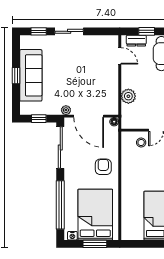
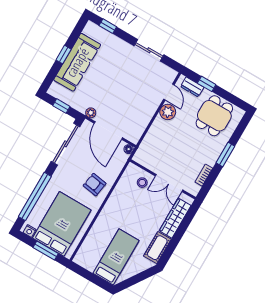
sliding door: (69, 31) -> (149, 50), moved
plant: (128, 96) -> (168, 112), moved
armchair: (103, 167) -> (95, 185), turned -81

